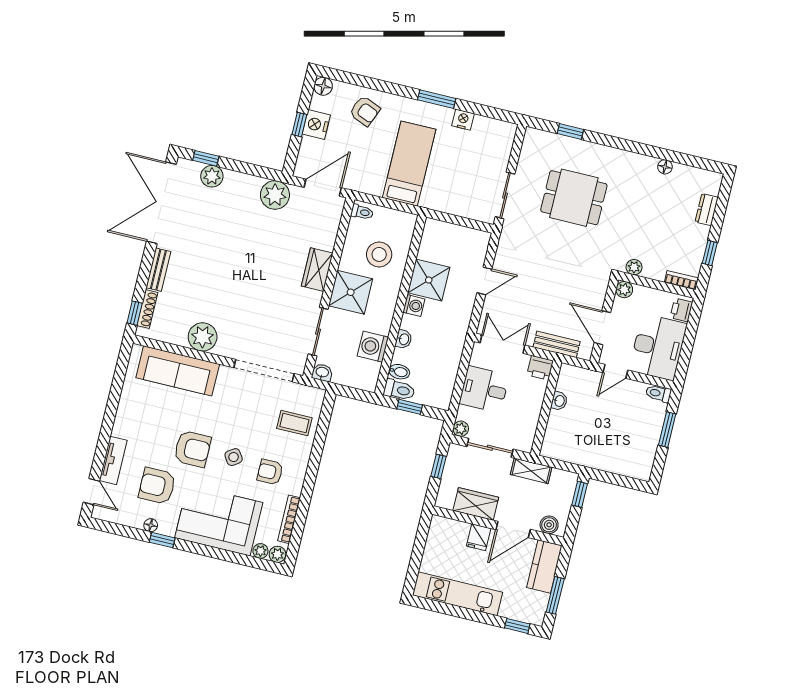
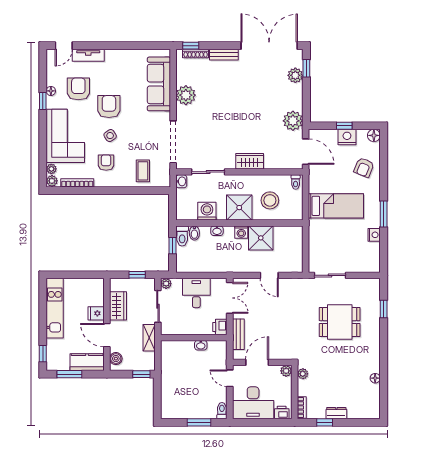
dining table: (574, 198) -> (340, 322), turned 90
dresser: (707, 210) -> (336, 413), moved
shower: (351, 292) -> (239, 208), moved
armchair: (192, 449) -> (109, 107), turned 180

